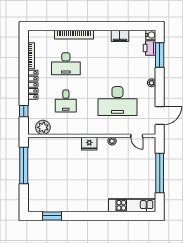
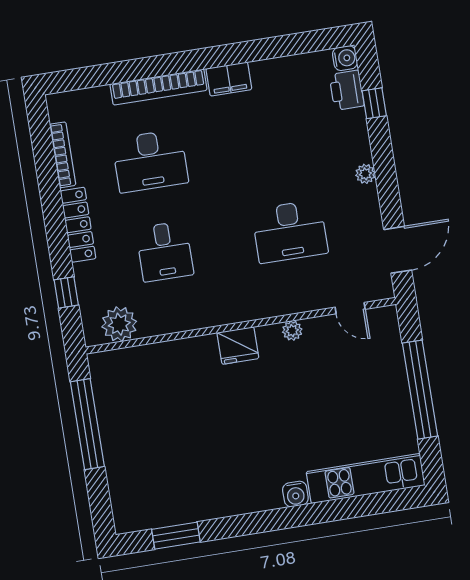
filing cabinet: (120, 36) -> (229, 79), moved
window: (160, 55) -> (374, 103), width x0.46
desk: (117, 101) -> (290, 231), width x0.73, depth x0.77
water cooler: (103, 207) -> (295, 494), added

